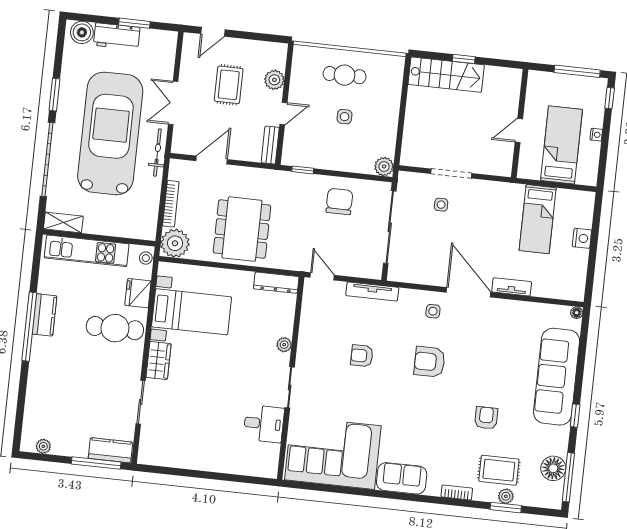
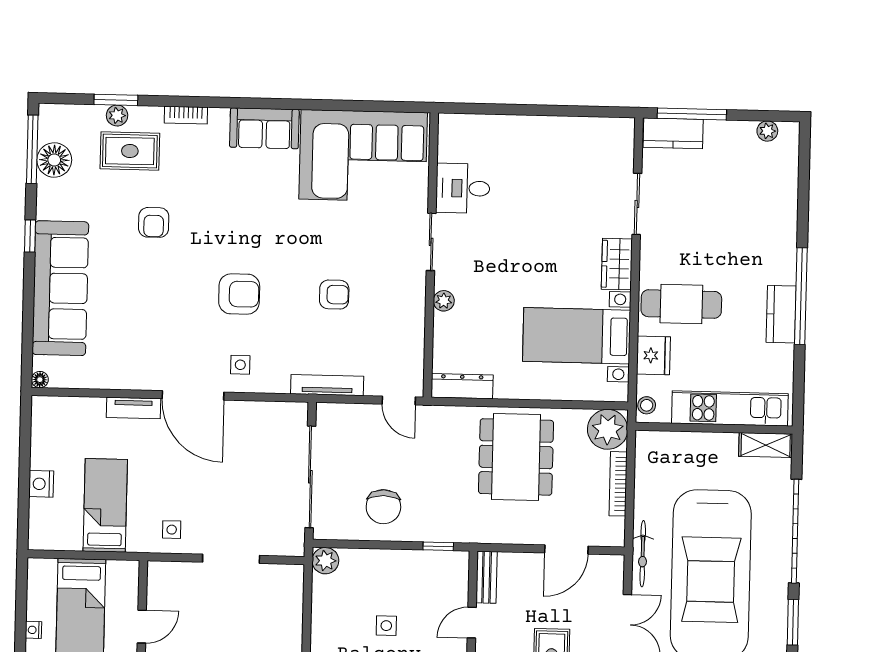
side table: (441, 205) -> (172, 530), moved

